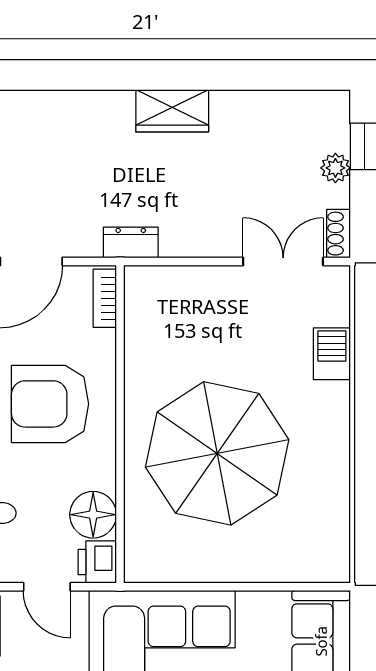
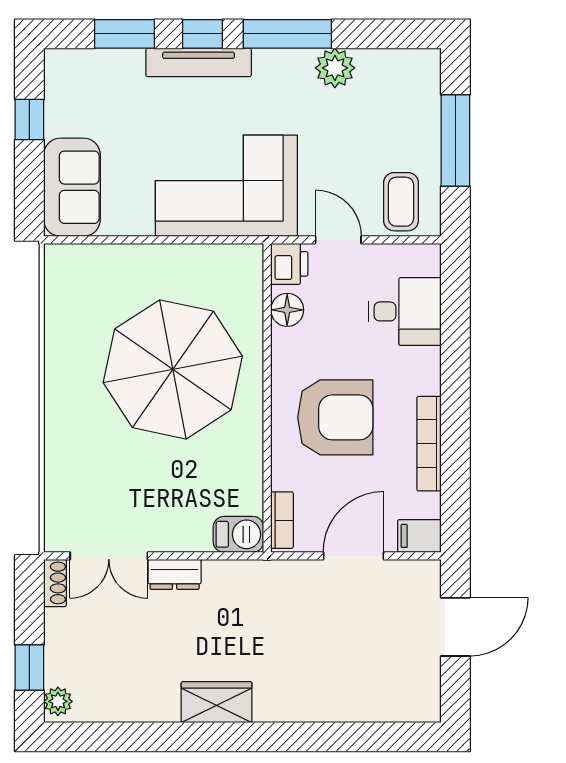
plant: (335, 168) -> (58, 701), moved
dresser: (131, 242) -> (175, 574), moved
barbecue: (332, 354) -> (238, 534), moved, turned -90
floor lamp: (93, 515) -> (287, 310), width x0.73, depth x0.73

